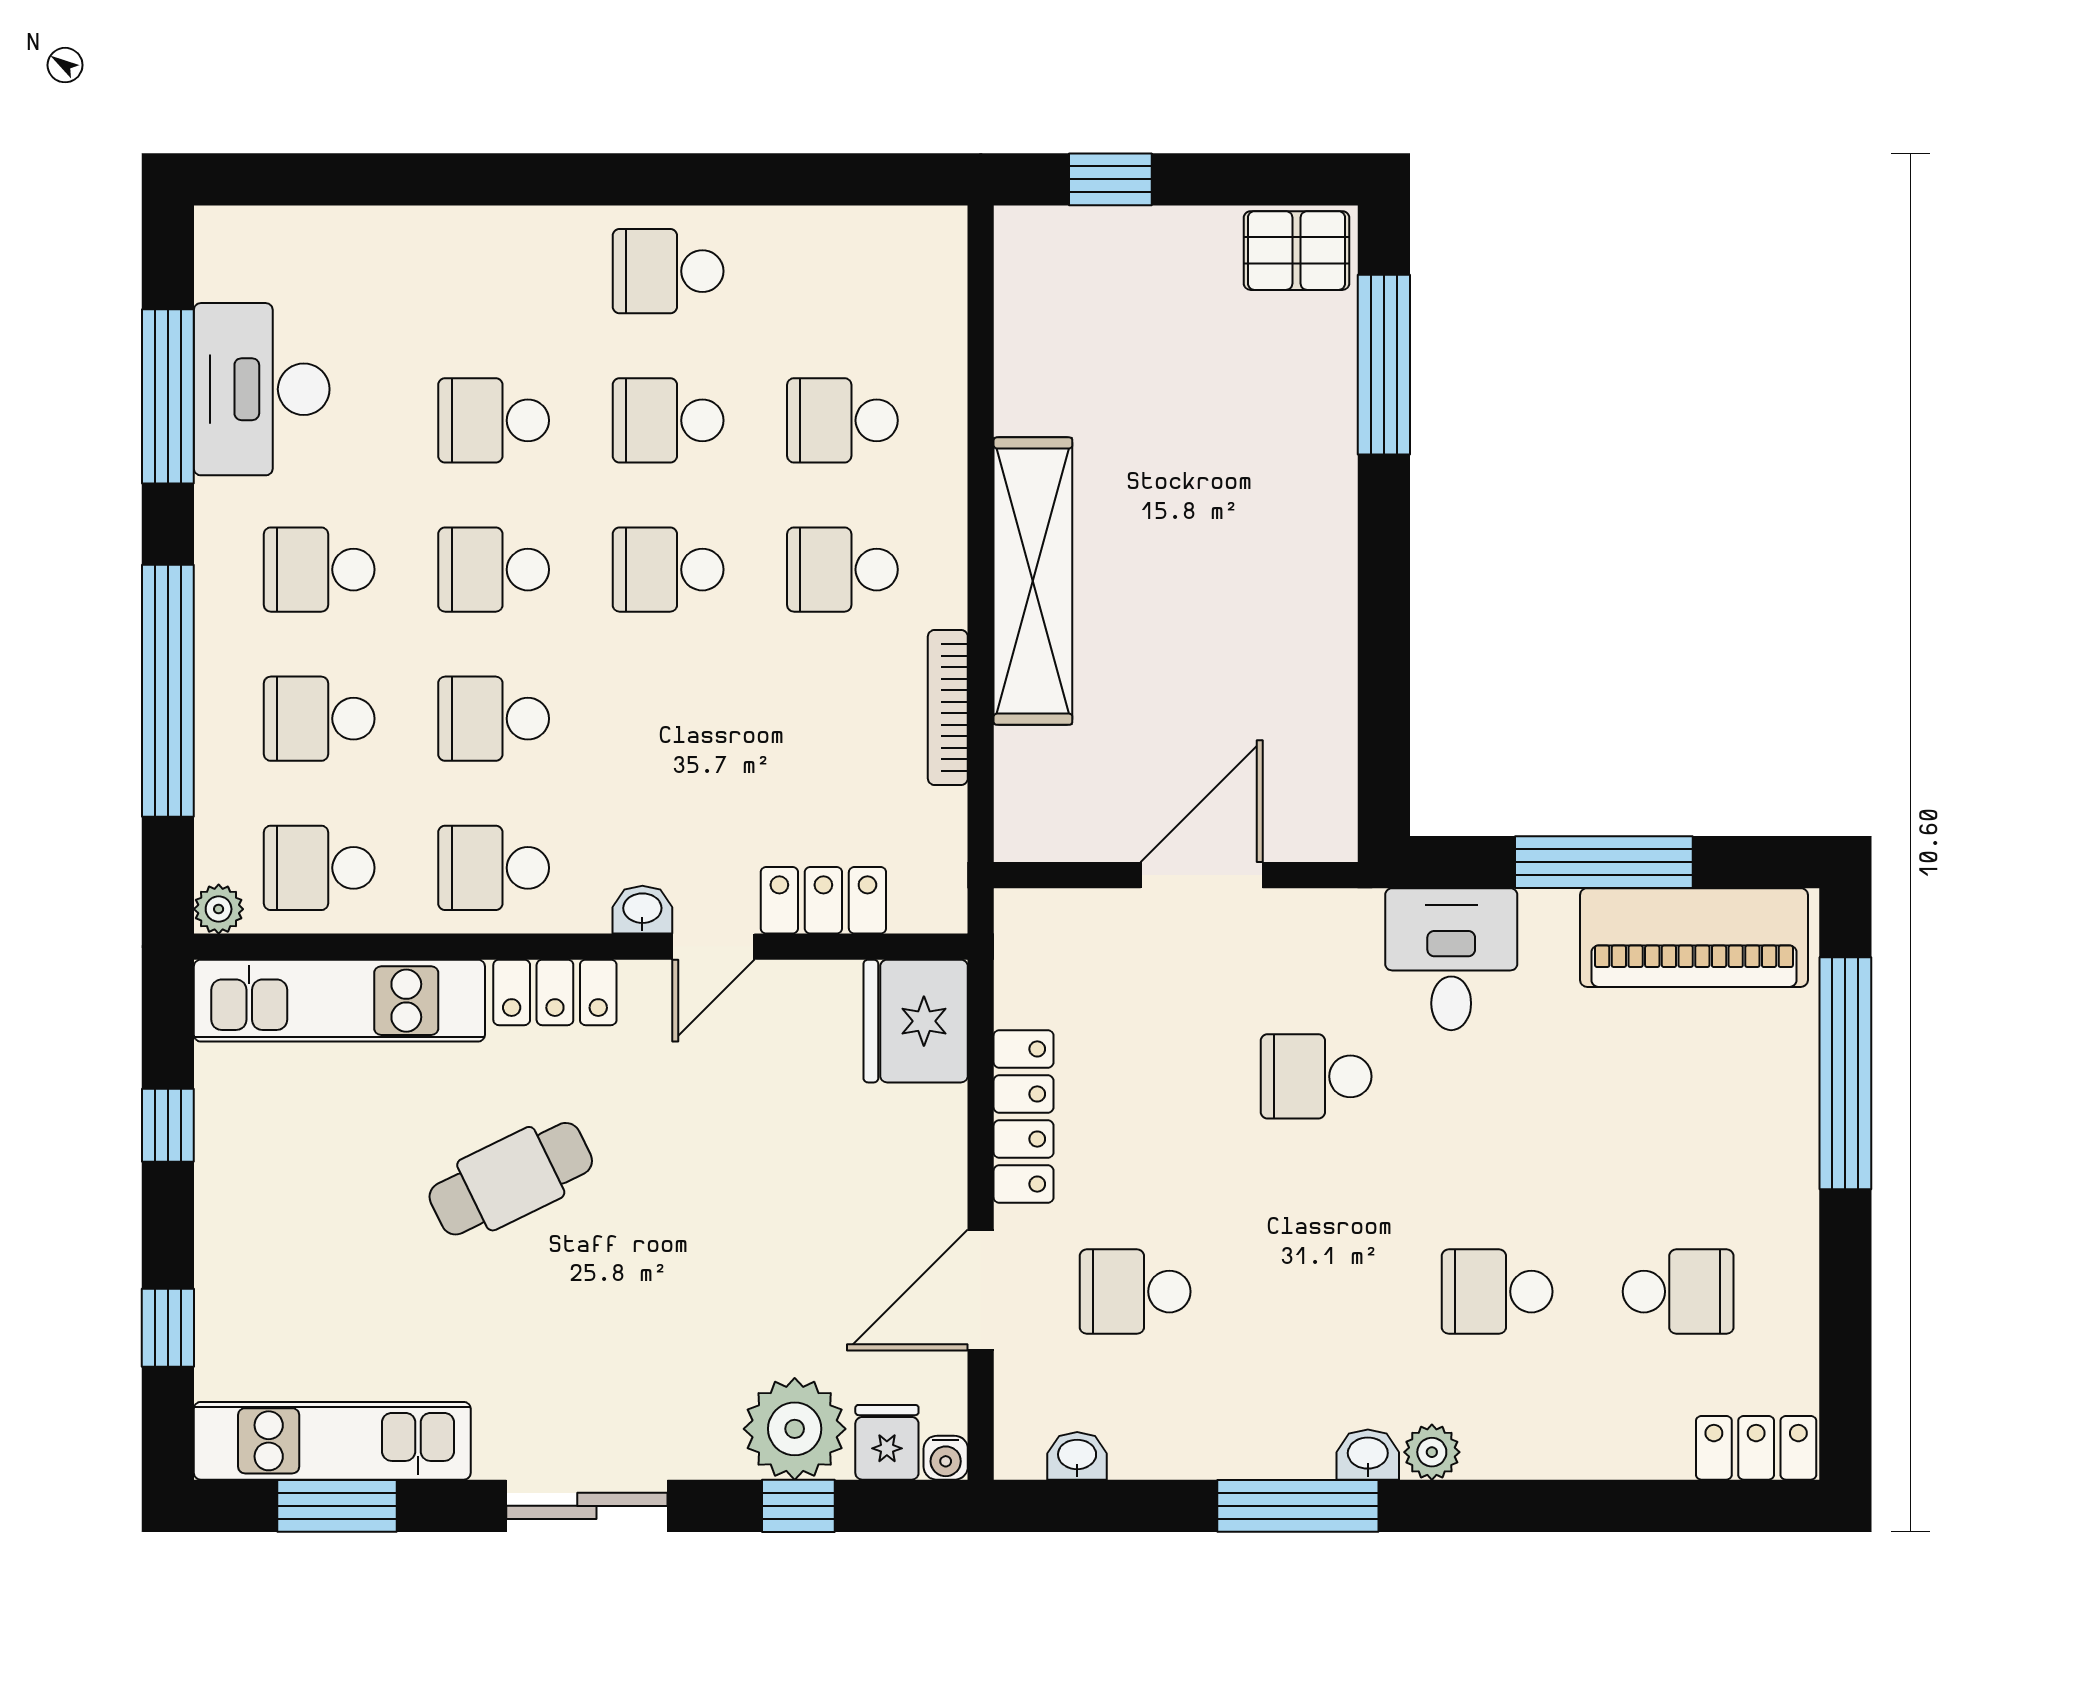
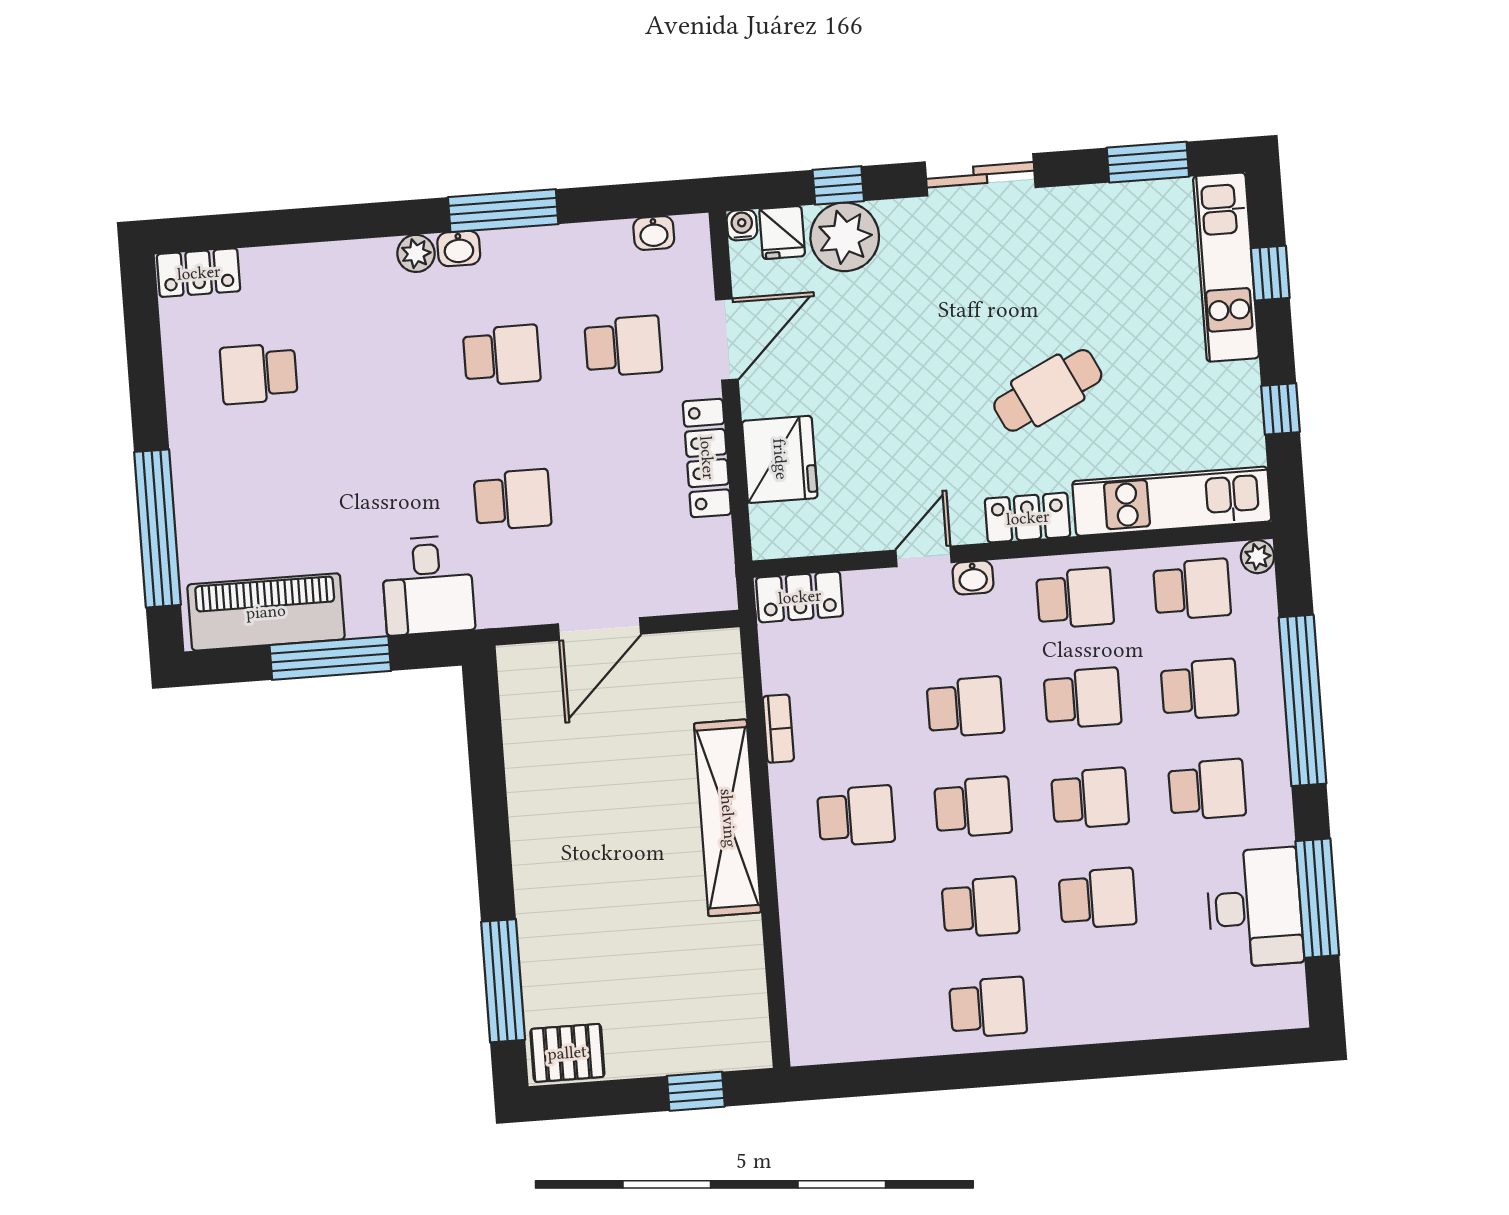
school desk: (842, 420) -> (965, 707), moved
bookcase: (948, 707) -> (778, 729), width x0.64
locker: (823, 900) -> (800, 597), moved
fridge: (916, 1021) -> (780, 459), moved
school desk: (1497, 1292) -> (502, 355), moved
kitchen unit: (332, 1441) -> (1226, 267), moved, turned 90

